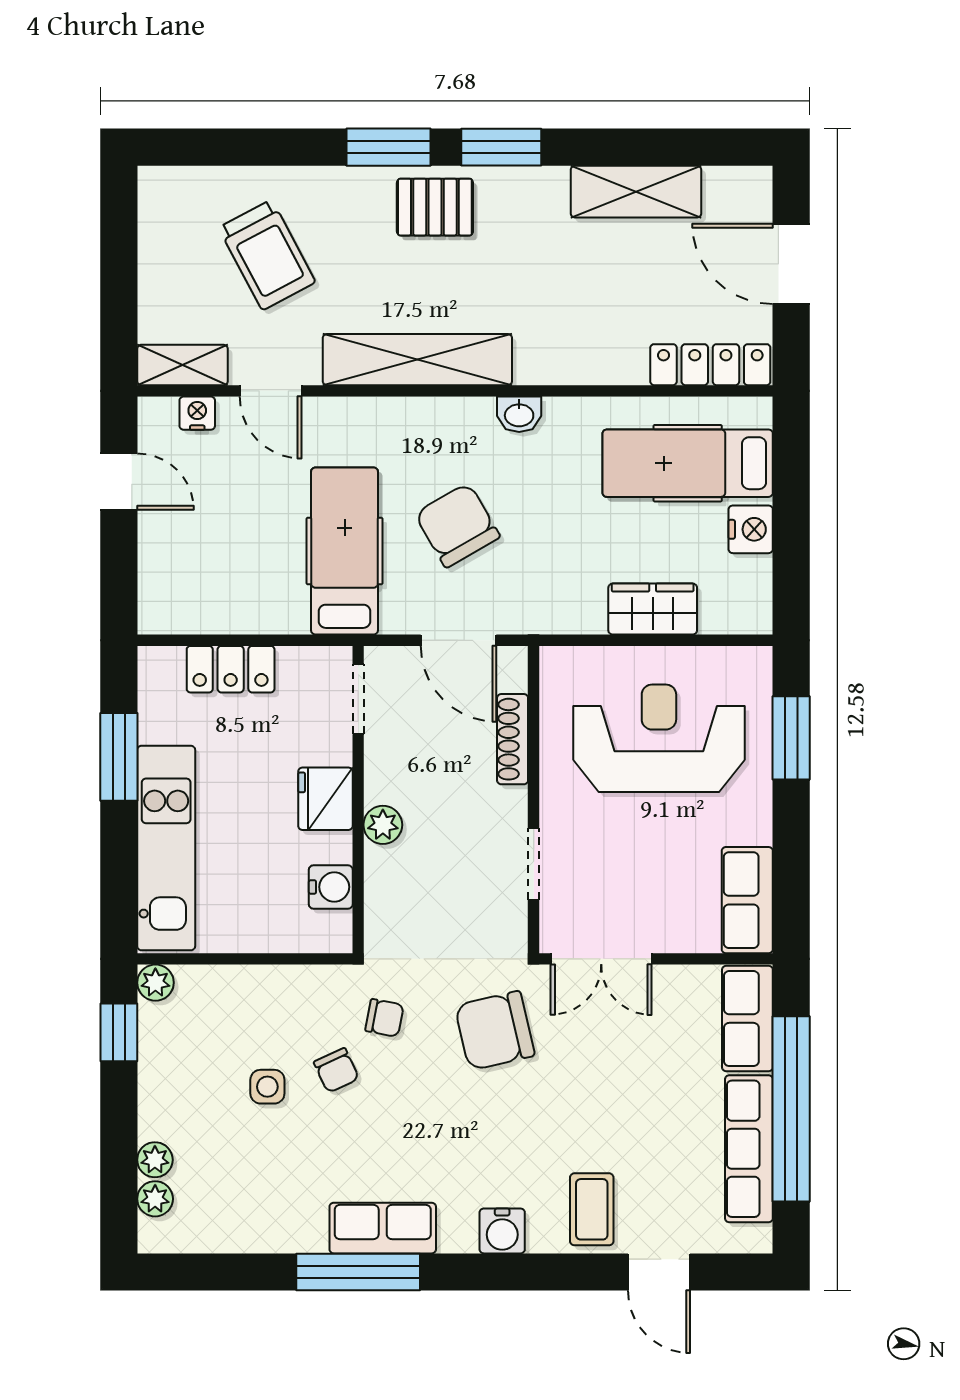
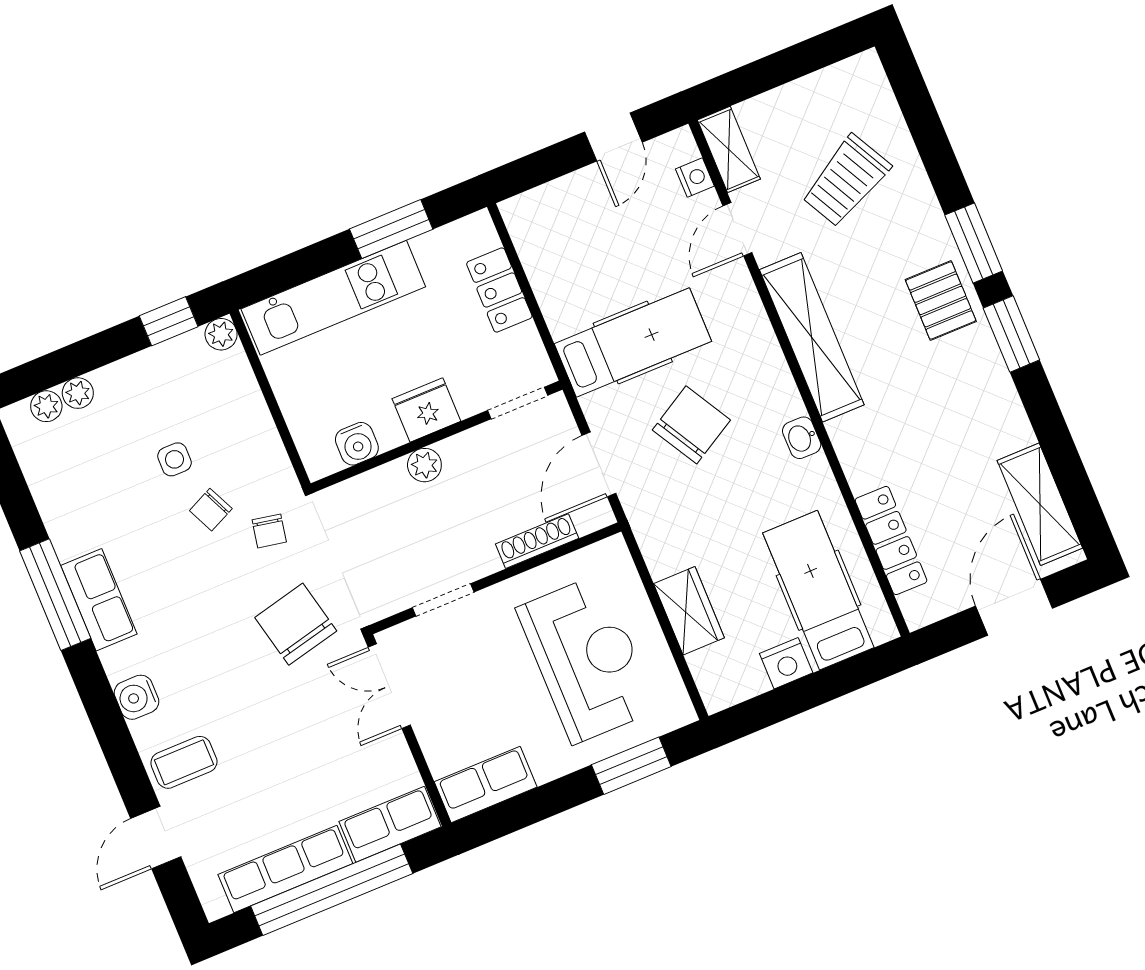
shelving: (636, 192) -> (1040, 504), moved
locker: (710, 365) -> (891, 540), moved

